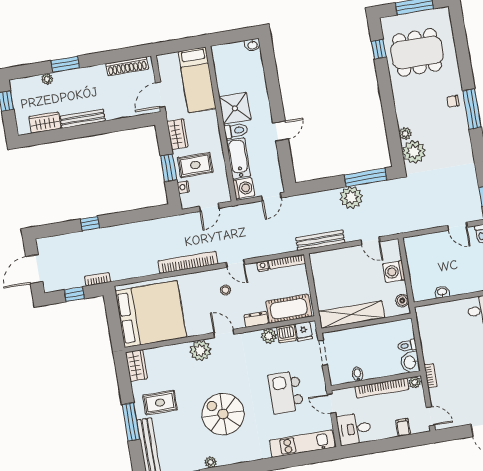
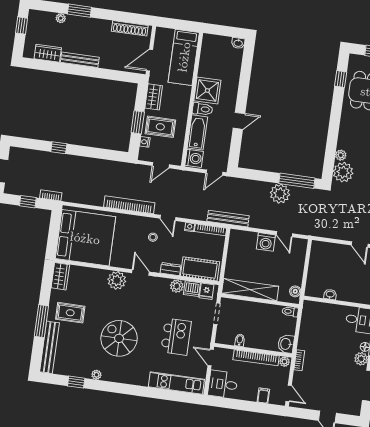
bench: (320, 240) -> (228, 219), moved
washing machine: (394, 272) -> (266, 242), moved, turned -90
toilet: (407, 346) -> (290, 312), moved
kitchen island: (286, 392) -> (176, 337), turned 180

